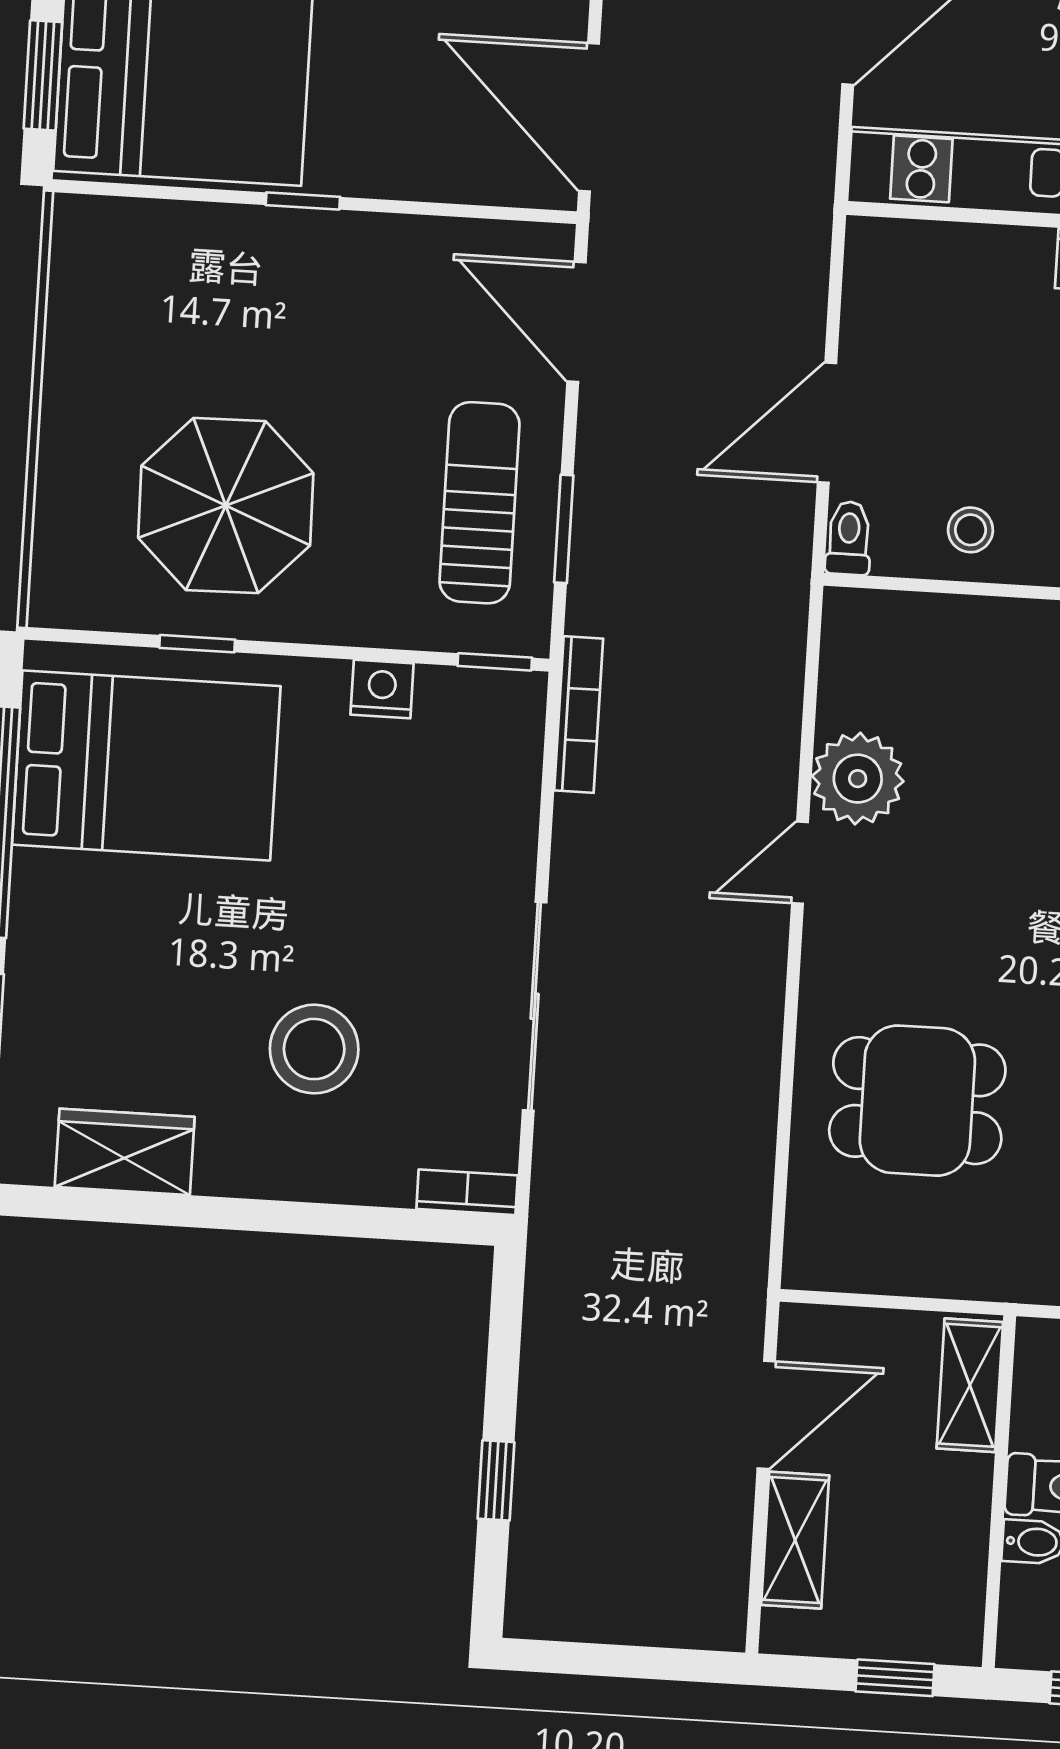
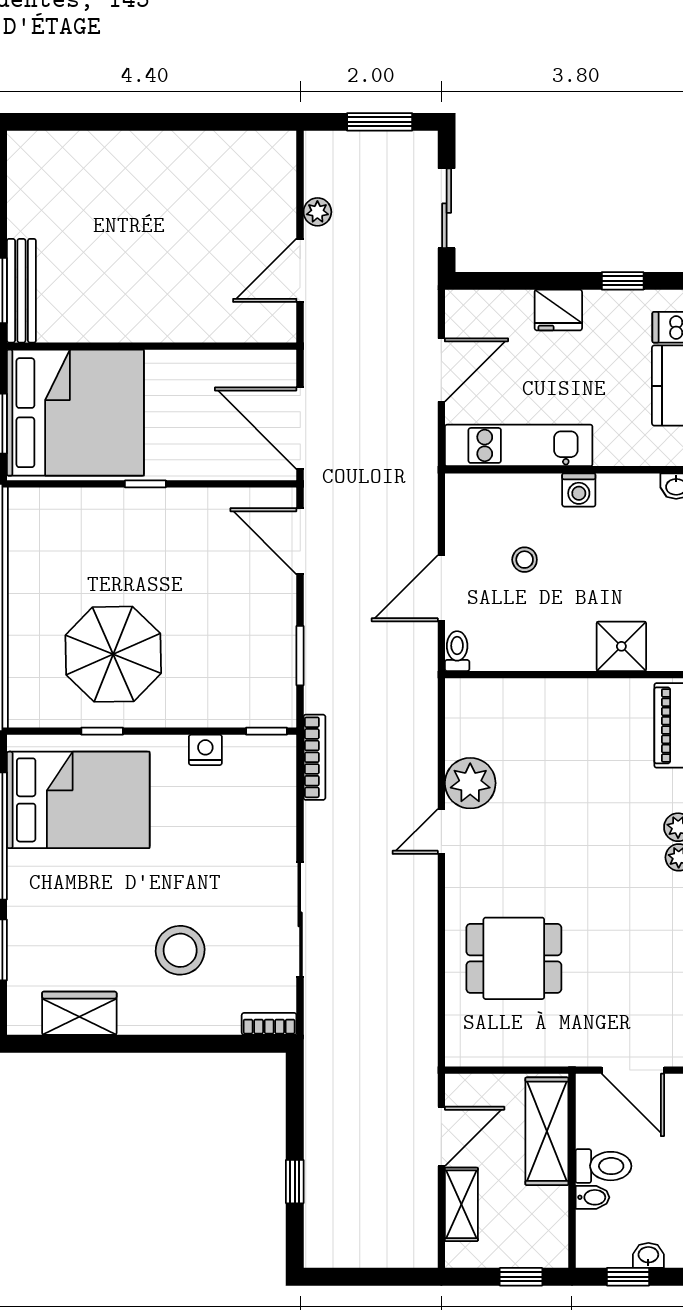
sun lounger: (479, 503) -> (253, 644), removed
stool: (970, 530) -> (525, 560), moved
shelving: (970, 1385) -> (547, 1131), width x1.50, depth x1.33

